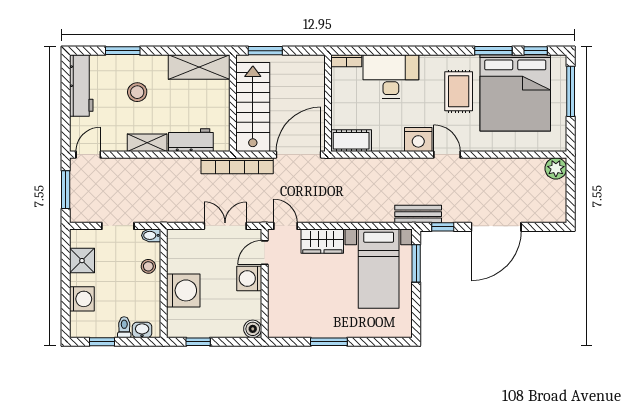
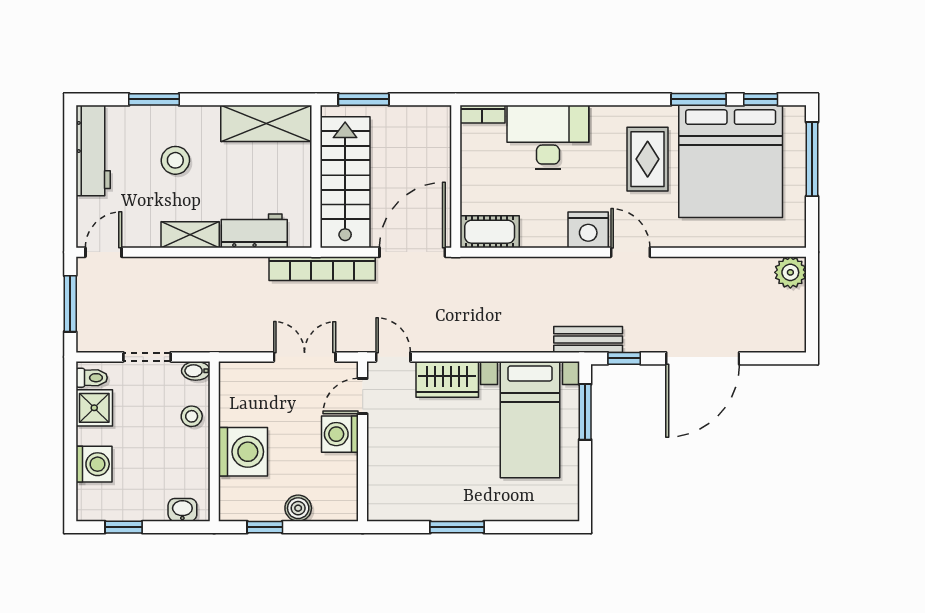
toilet: (124, 327) -> (92, 378), moved, turned 90
boiler: (253, 329) -> (298, 508), moved

